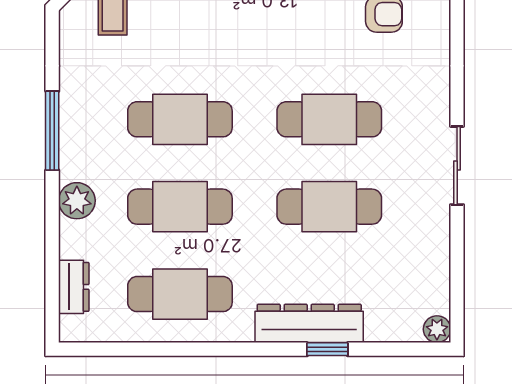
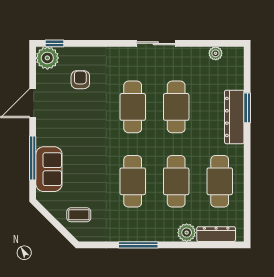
plant: (77, 201) -> (187, 233), moved
dresser: (74, 287) -> (216, 234), width x1.44
plant: (437, 329) -> (216, 53), moved
window: (327, 349) -> (247, 108), width x1.50

